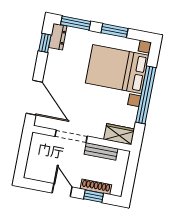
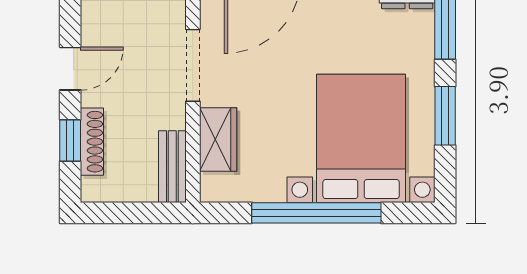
wardrobe: (119, 134) -> (218, 139), moved
bench: (101, 151) -> (172, 167), moved

